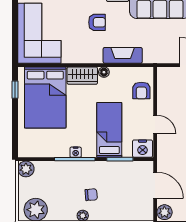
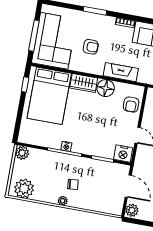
armchair: (97, 22) -> (91, 47), moved
window: (15, 31) -> (34, 36), added
floor lamp: (104, 72) -> (106, 88), width x1.89, depth x1.89
bed: (109, 130) -> (98, 133), removed

